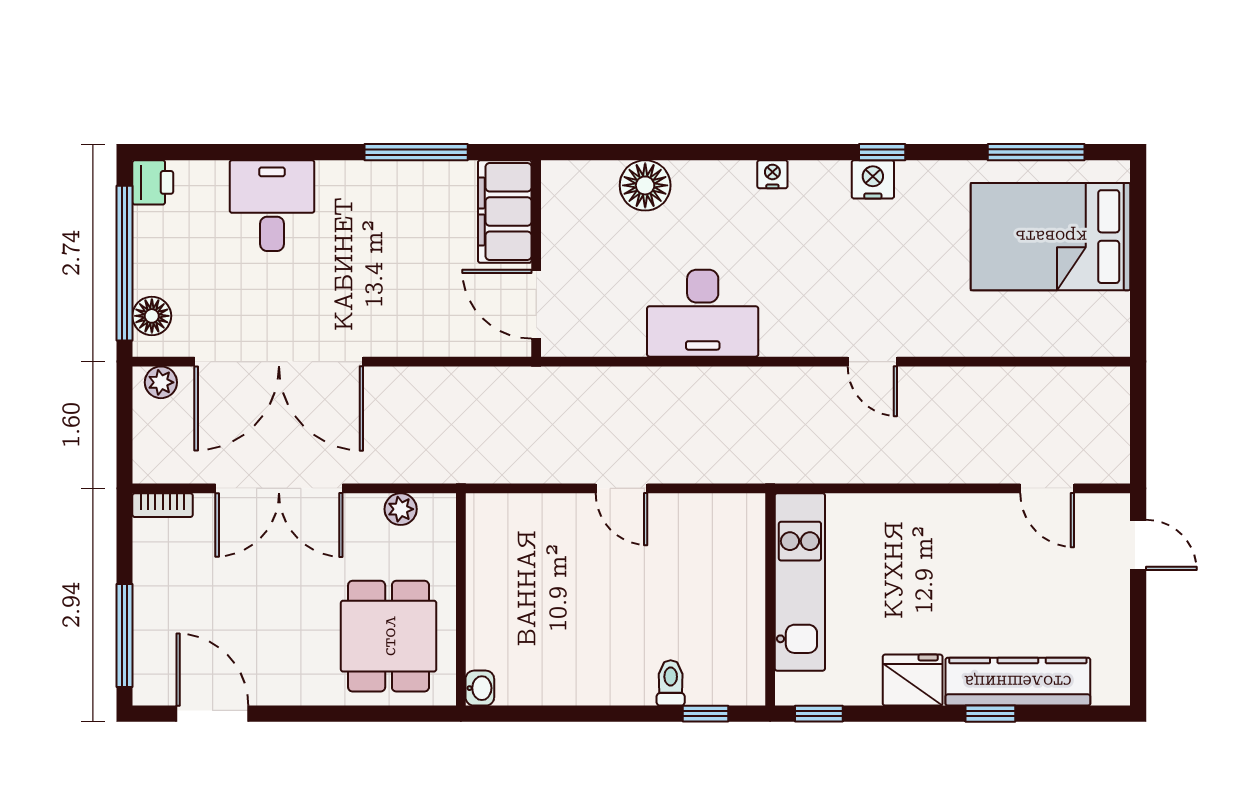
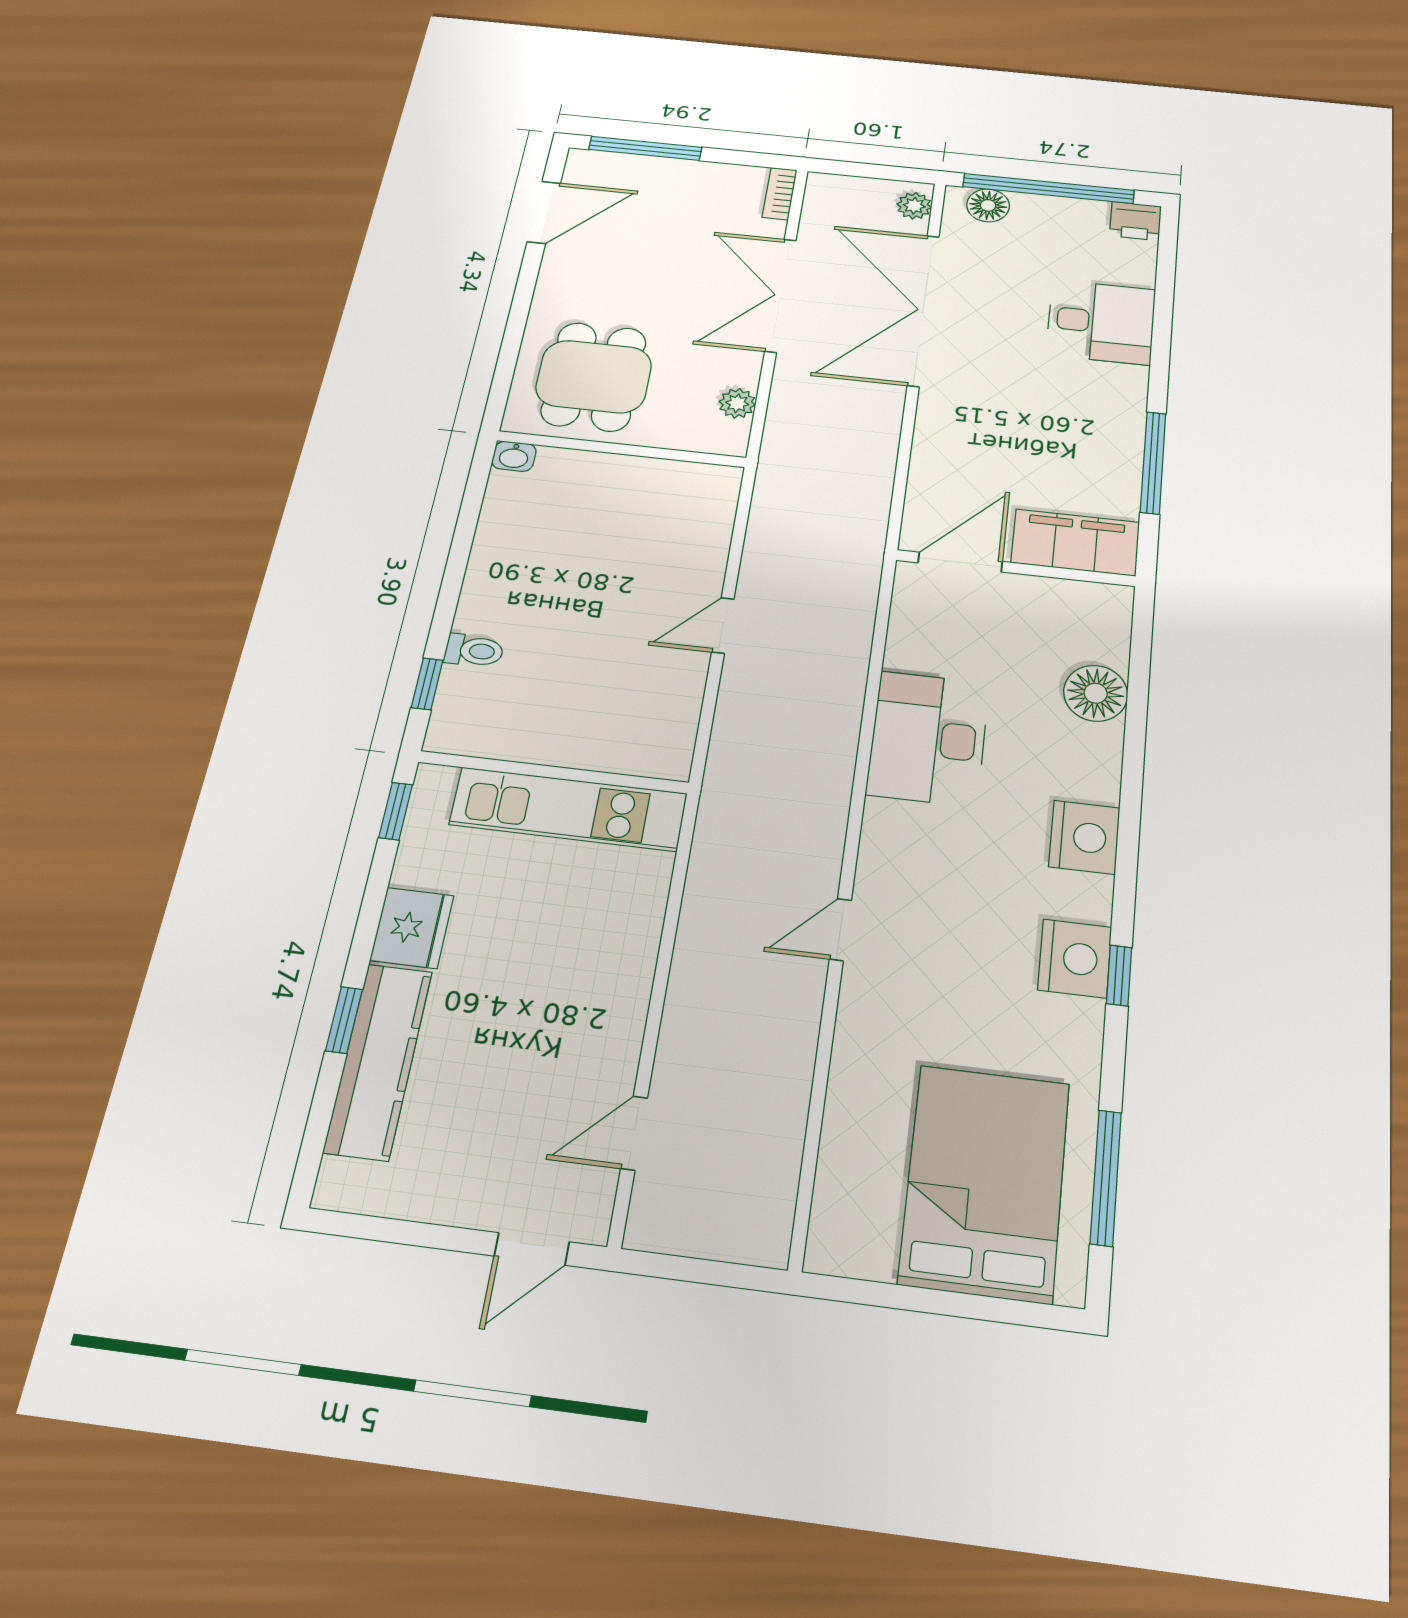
nightstand: (772, 174) -> (1084, 837), width x1.89, depth x1.79
nightstand: (873, 179) -> (1075, 958), width x1.36, depth x1.33
dining table: (389, 636) -> (594, 377), turned 90

